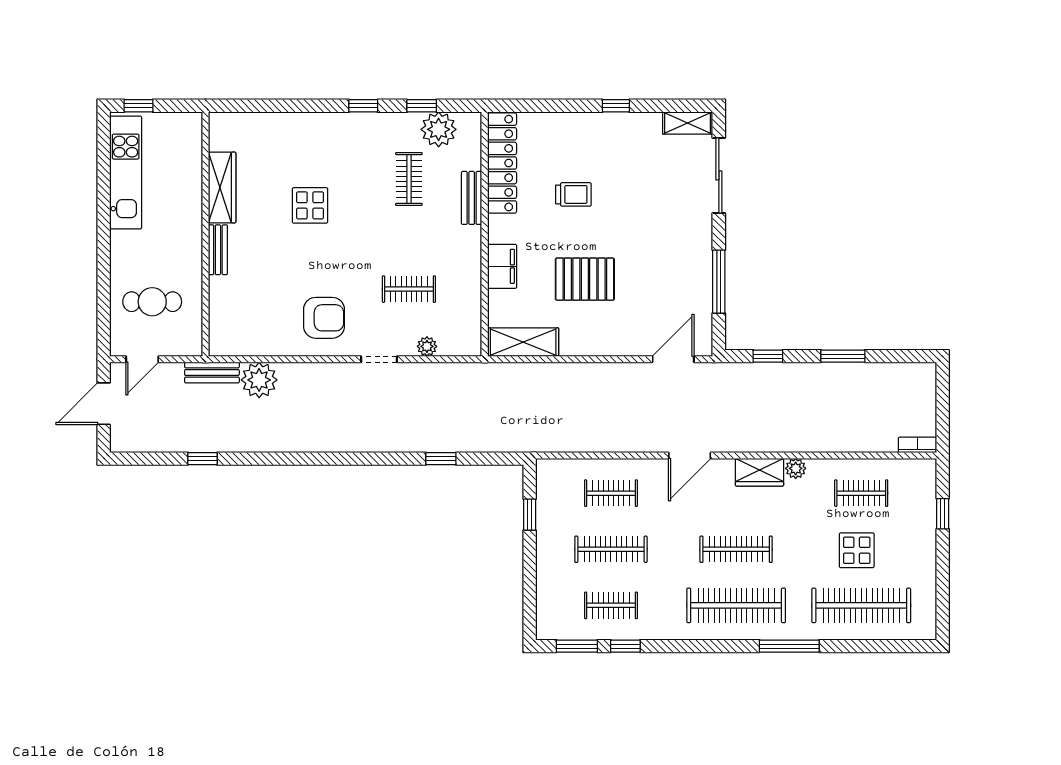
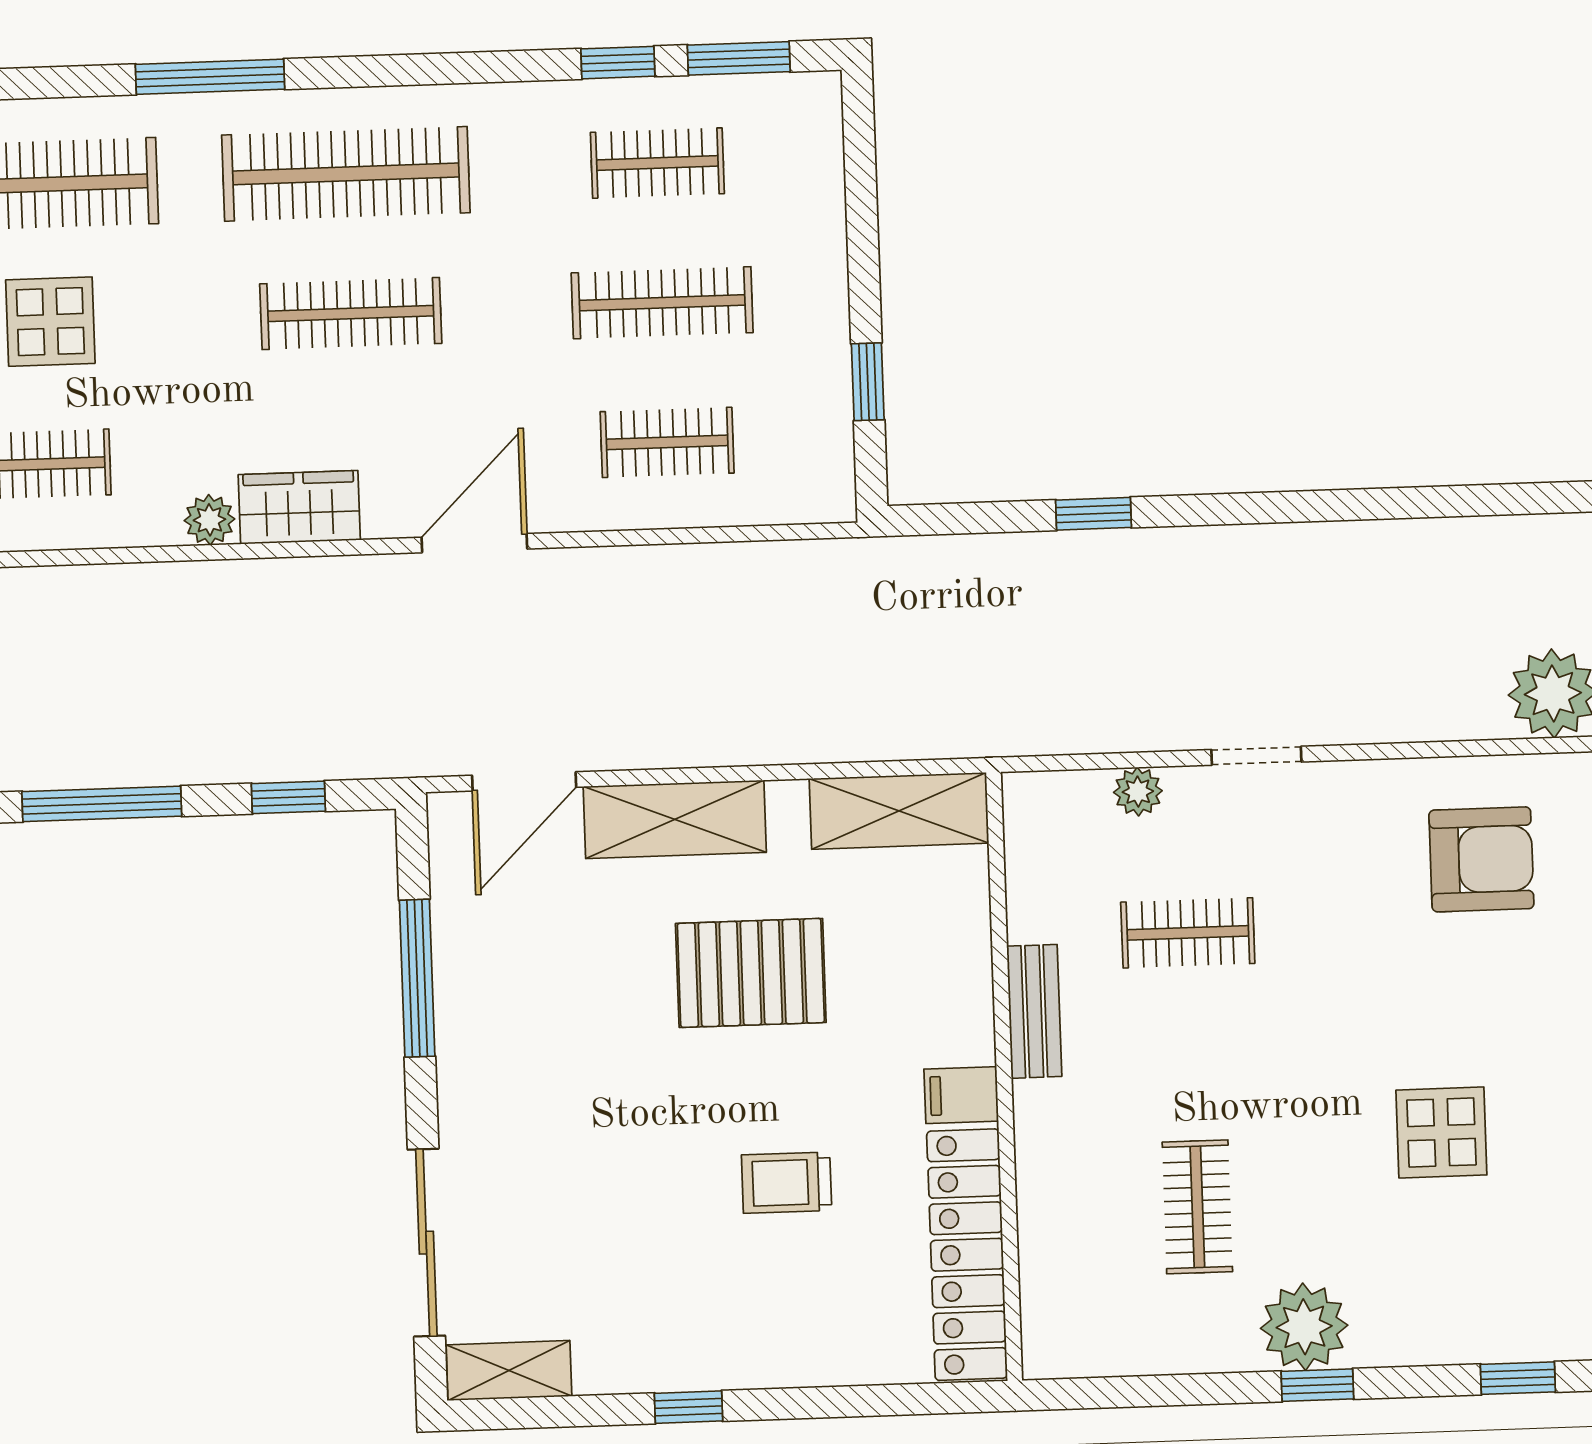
window: (422, 106) -> (1518, 1378), moved
plant: (439, 129) -> (1304, 1327), moved
bench: (472, 198) -> (1034, 1011), moved
filing cabinet: (502, 266) -> (961, 1095), moved, width x0.50
armchair: (324, 318) -> (1481, 859), moved, turned 180
shelving: (613, 342) -> (675, 819), added
window: (843, 356) -> (102, 804), width x1.44

